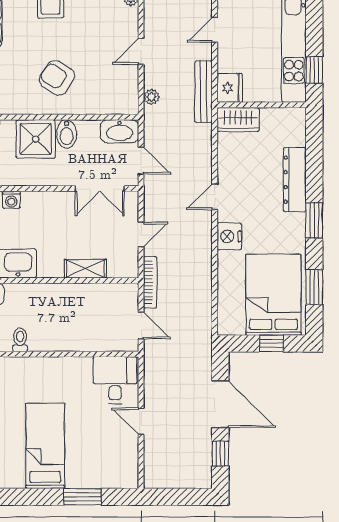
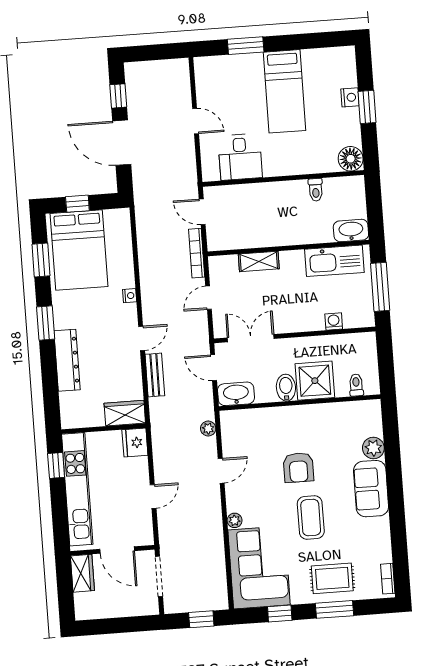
armchair: (57, 78) -> (298, 468), moved, turned 57
bench: (203, 92) -> (155, 375), moved, width x0.73
nightstand: (229, 236) -> (130, 296), width x0.53, depth x0.56
desk: (115, 380) -> (240, 157), moved

